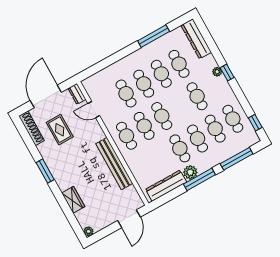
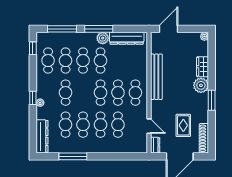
plant: (64, 180) -> (201, 85), added

